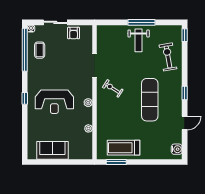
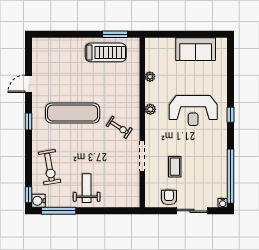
window: (141, 22) -> (59, 211), moved
coffee table: (40, 50) -> (175, 167), moved
exercise mat: (150, 100) -> (73, 113), turned 90
reception desk: (54, 102) -> (193, 111), turned 180
water cooler: (177, 149) -> (38, 201), moved

